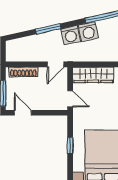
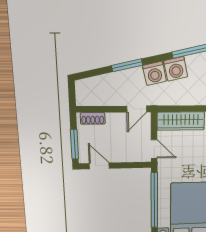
shoe rack: (23, 72) -> (93, 118), width x0.70
window: (70, 145) -> (154, 200), width x3.17

